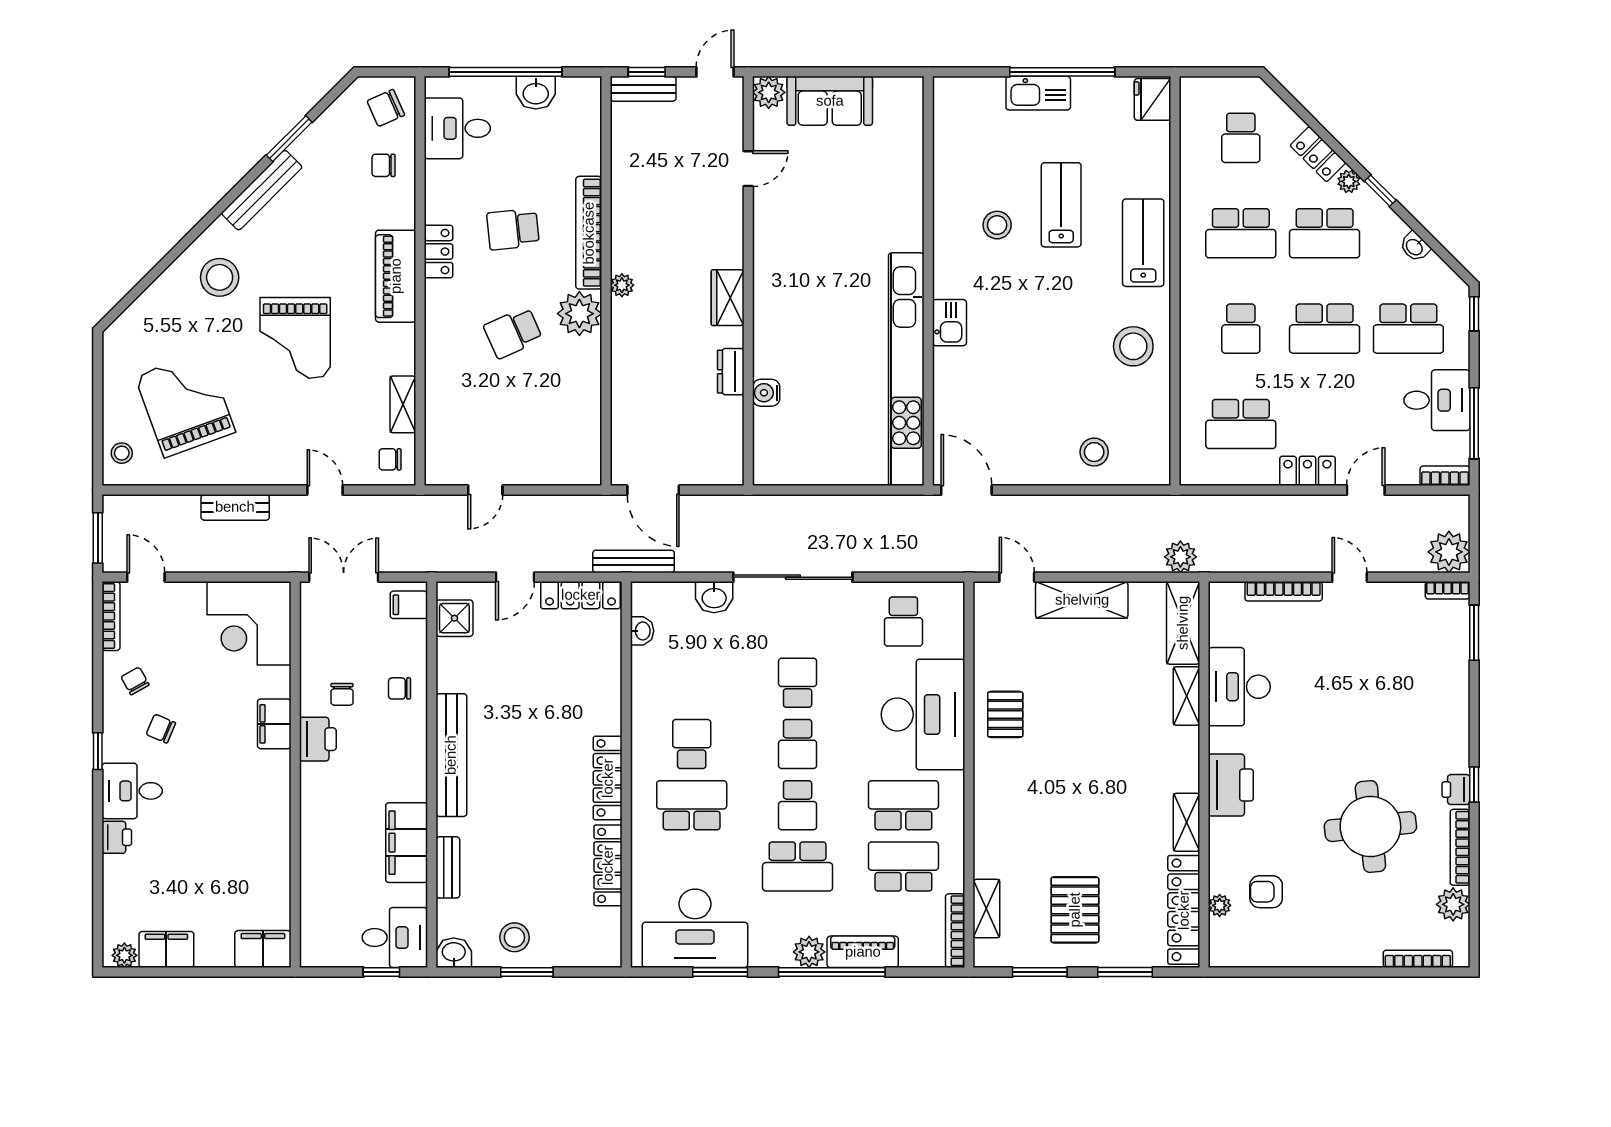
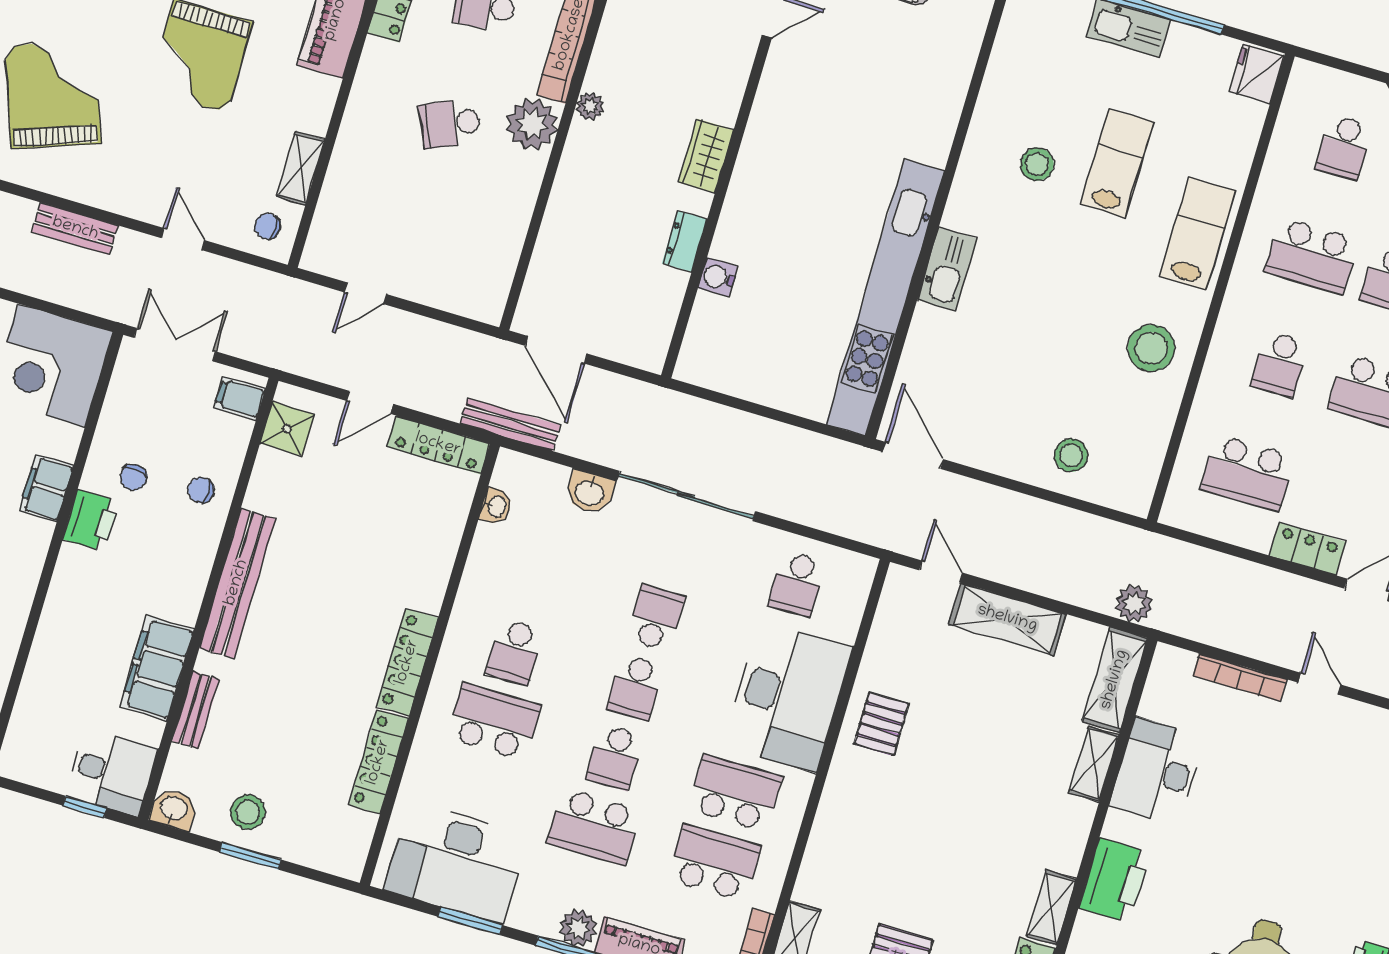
kitchen sink: (949, 323) -> (947, 269), width x1.38
school desk: (692, 744) -> (515, 652), turned 180

